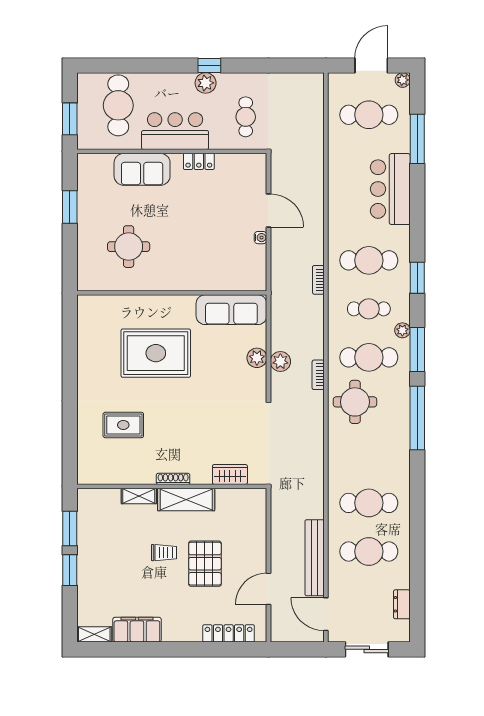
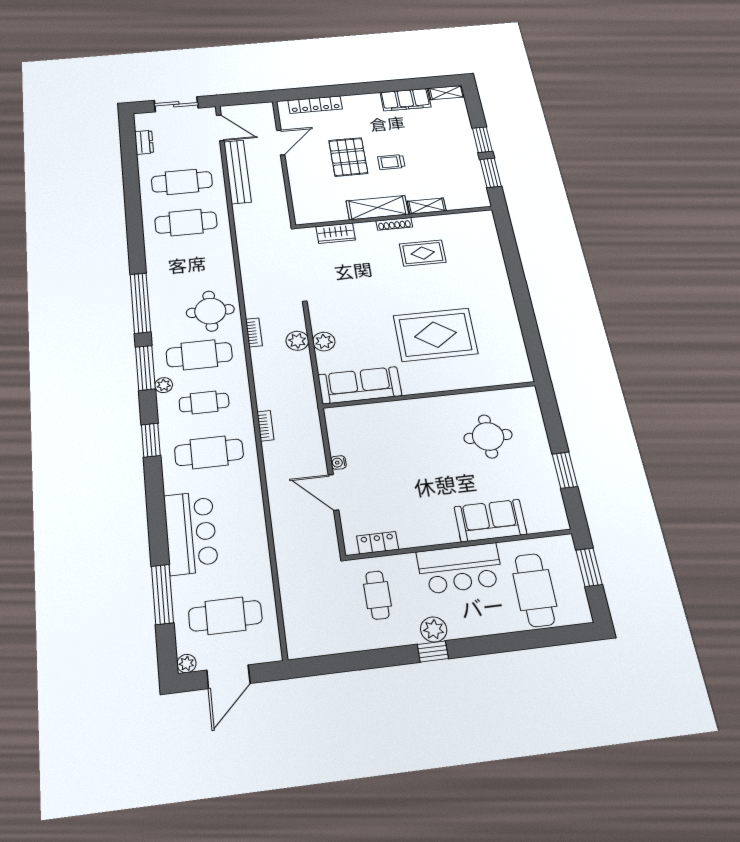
locker: (199, 161) -> (378, 543), moved
rug: (123, 425) -> (423, 253), moved

